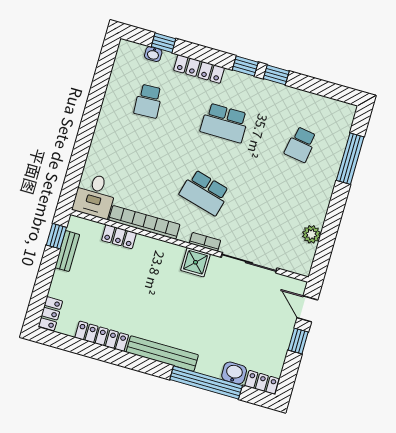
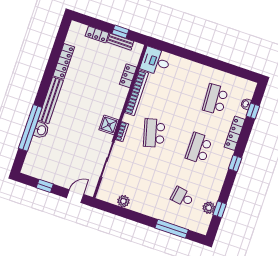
window: (276, 75) -> (220, 209), moved
school desk: (148, 101) -> (215, 99), width x1.85
plant: (315, 103) -> (209, 208), added
school desk: (205, 193) -> (154, 133), turned -30
window: (56, 236) -> (120, 32), moved
locker: (50, 314) -> (97, 34), moved
window: (298, 341) -> (45, 186), moved
washbasin: (234, 373) -> (41, 130), moved
locker: (262, 382) -> (29, 164), removed

